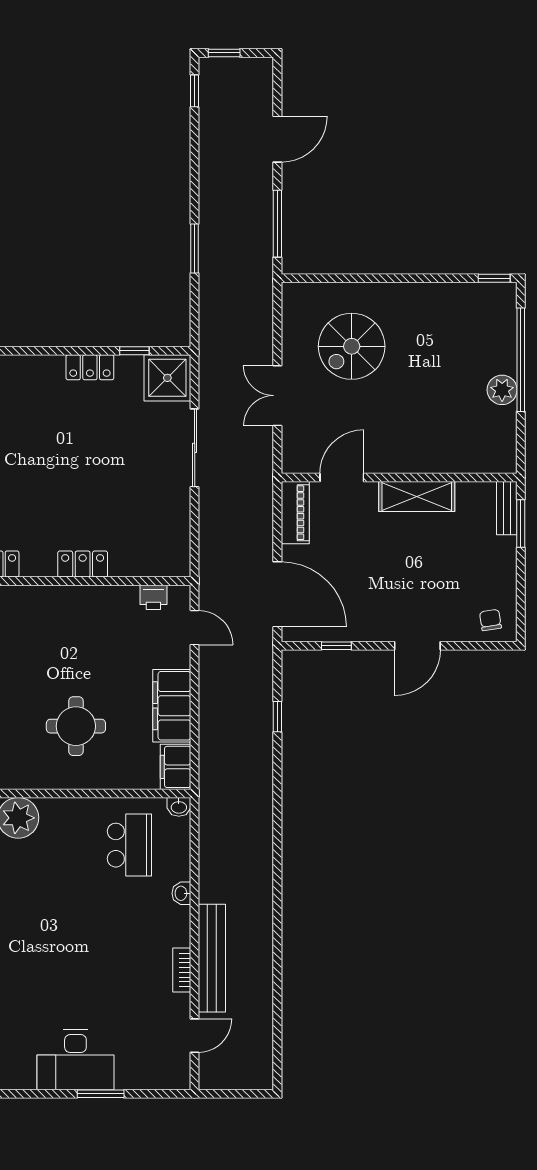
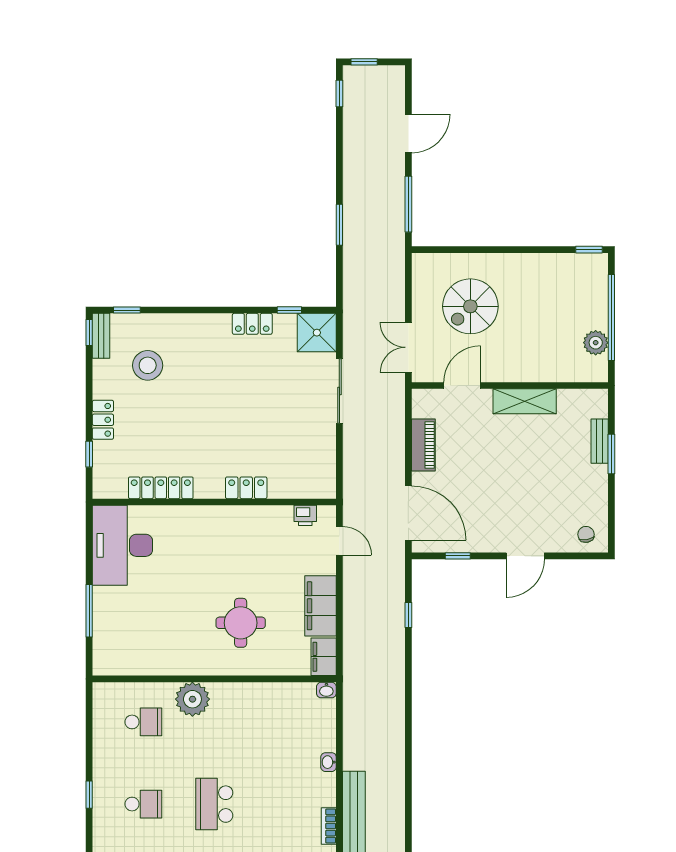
door: (342, 478) -> (462, 386), moved
wall: (399, 478) -> (510, 386), moved
shelving: (417, 497) -> (525, 401), moved
school desk: (129, 845) -> (214, 804), moved, turned 180

